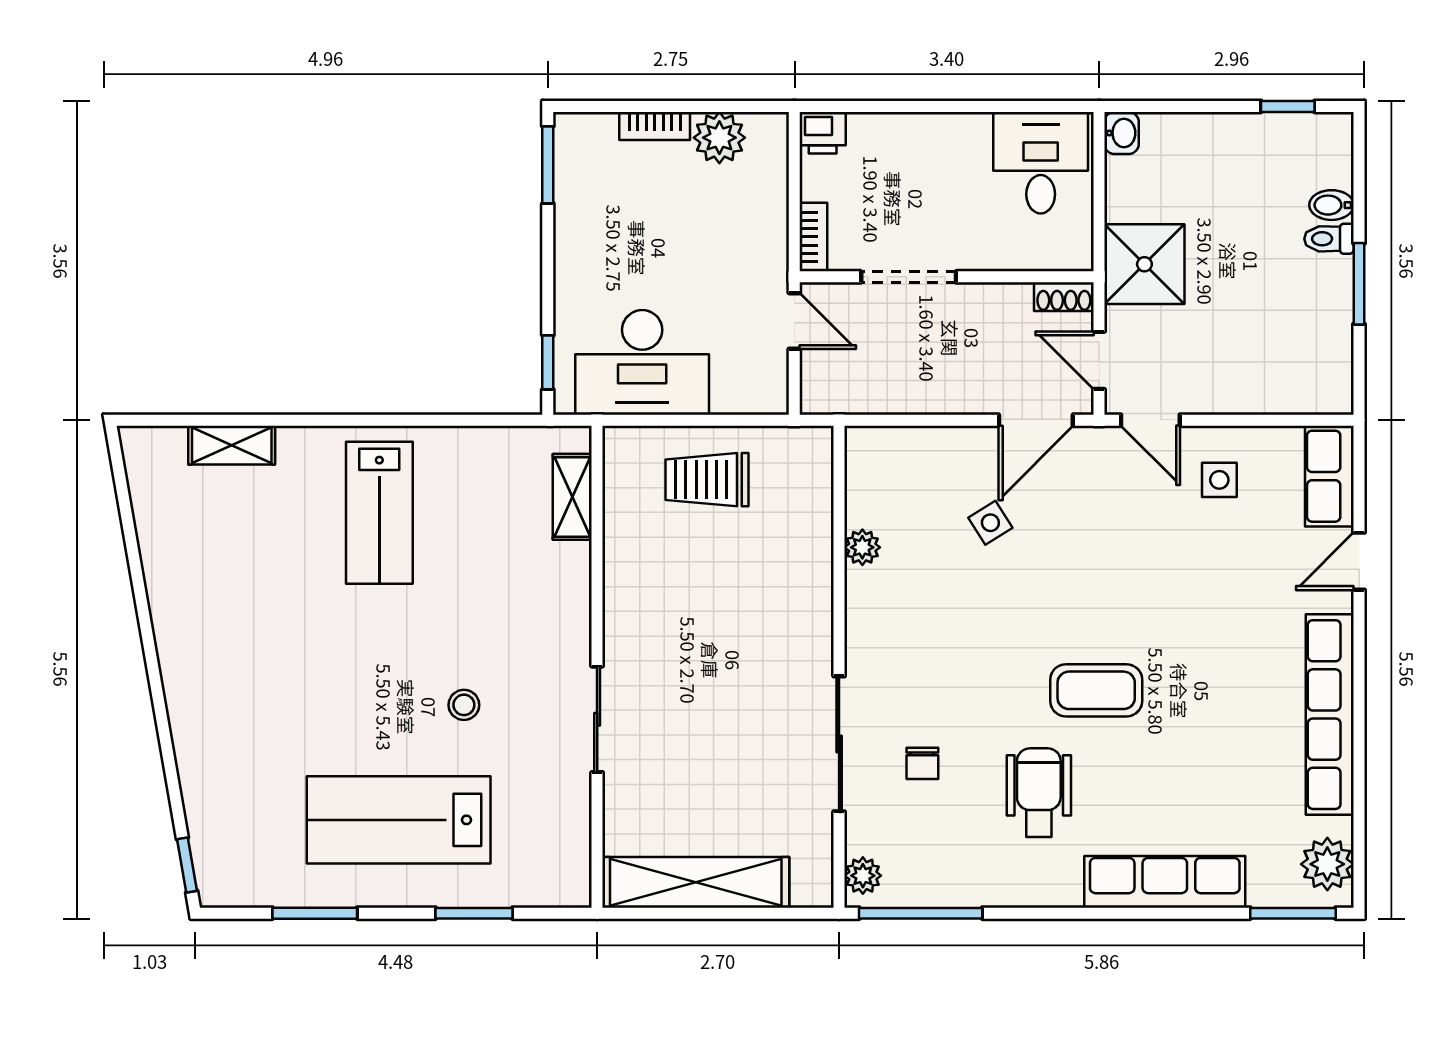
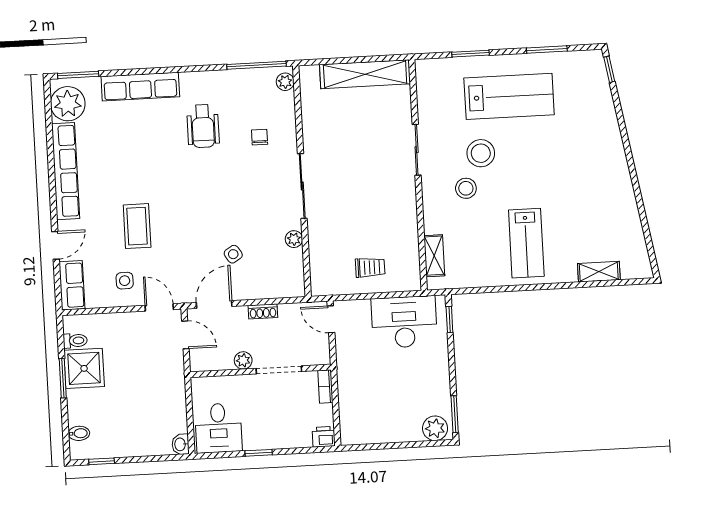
window: (960, 106) -> (259, 453), added
bookcase: (655, 126) -> (404, 436), removed
plant: (719, 138) -> (435, 428), moved
bidet: (1332, 205) -> (79, 433), moved
toilet: (1329, 239) -> (75, 341), moved
shower: (1144, 264) -> (84, 368), moved
shoe rack: (1064, 297) -> (263, 311), moved, turned 180
plant: (982, 300) -> (243, 360), added
door: (794, 321) -> (331, 319), moved
trolley: (707, 480) -> (370, 267), width x0.73, depth x0.72
lab bench: (379, 513) -> (526, 243), turned 180
stool: (499, 634) -> (466, 188), added
coffee table: (1096, 690) -> (137, 226), moved, turned 90
stool: (464, 705) -> (481, 153), width x1.89, depth x1.89
sliding door: (839, 744) -> (302, 186), moved
plant: (1327, 864) -> (68, 104), width x1.36, depth x1.36

